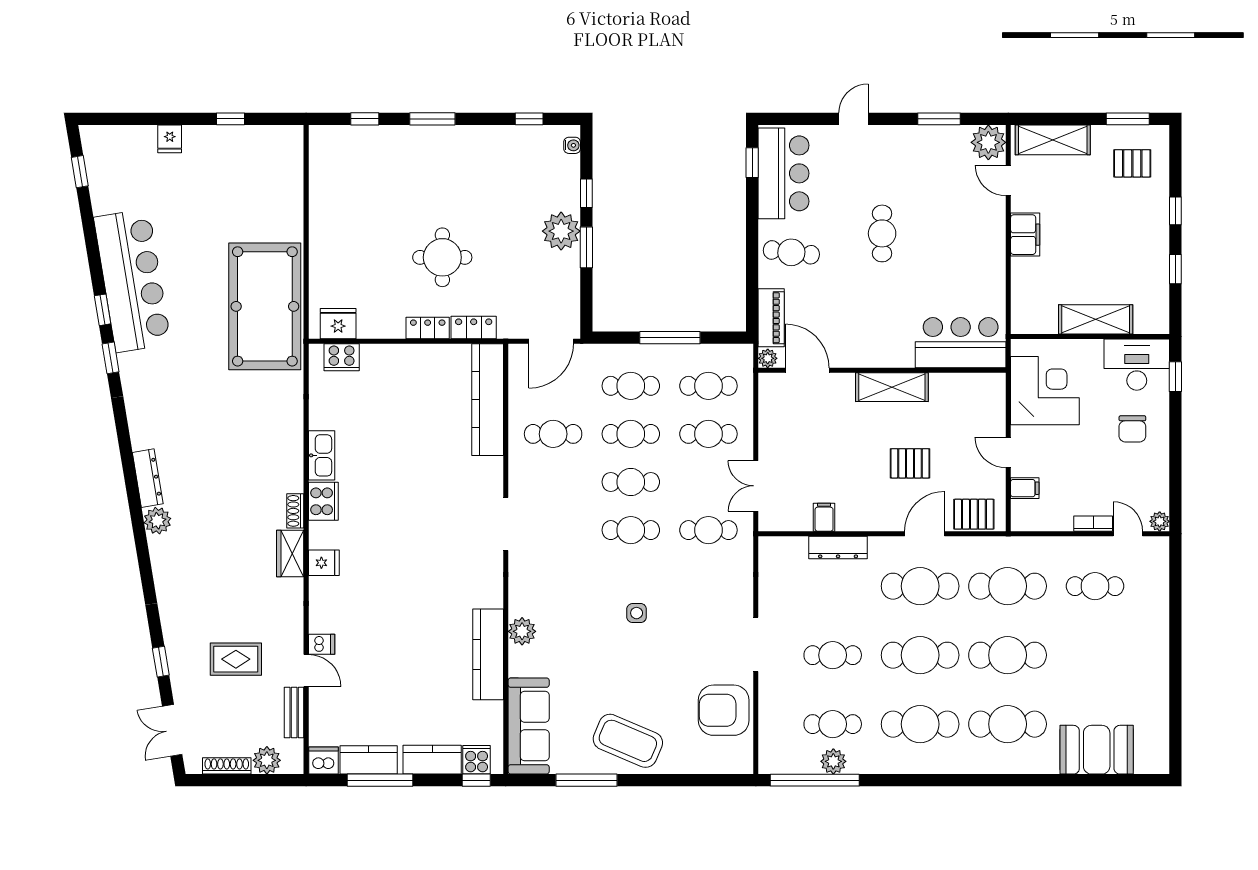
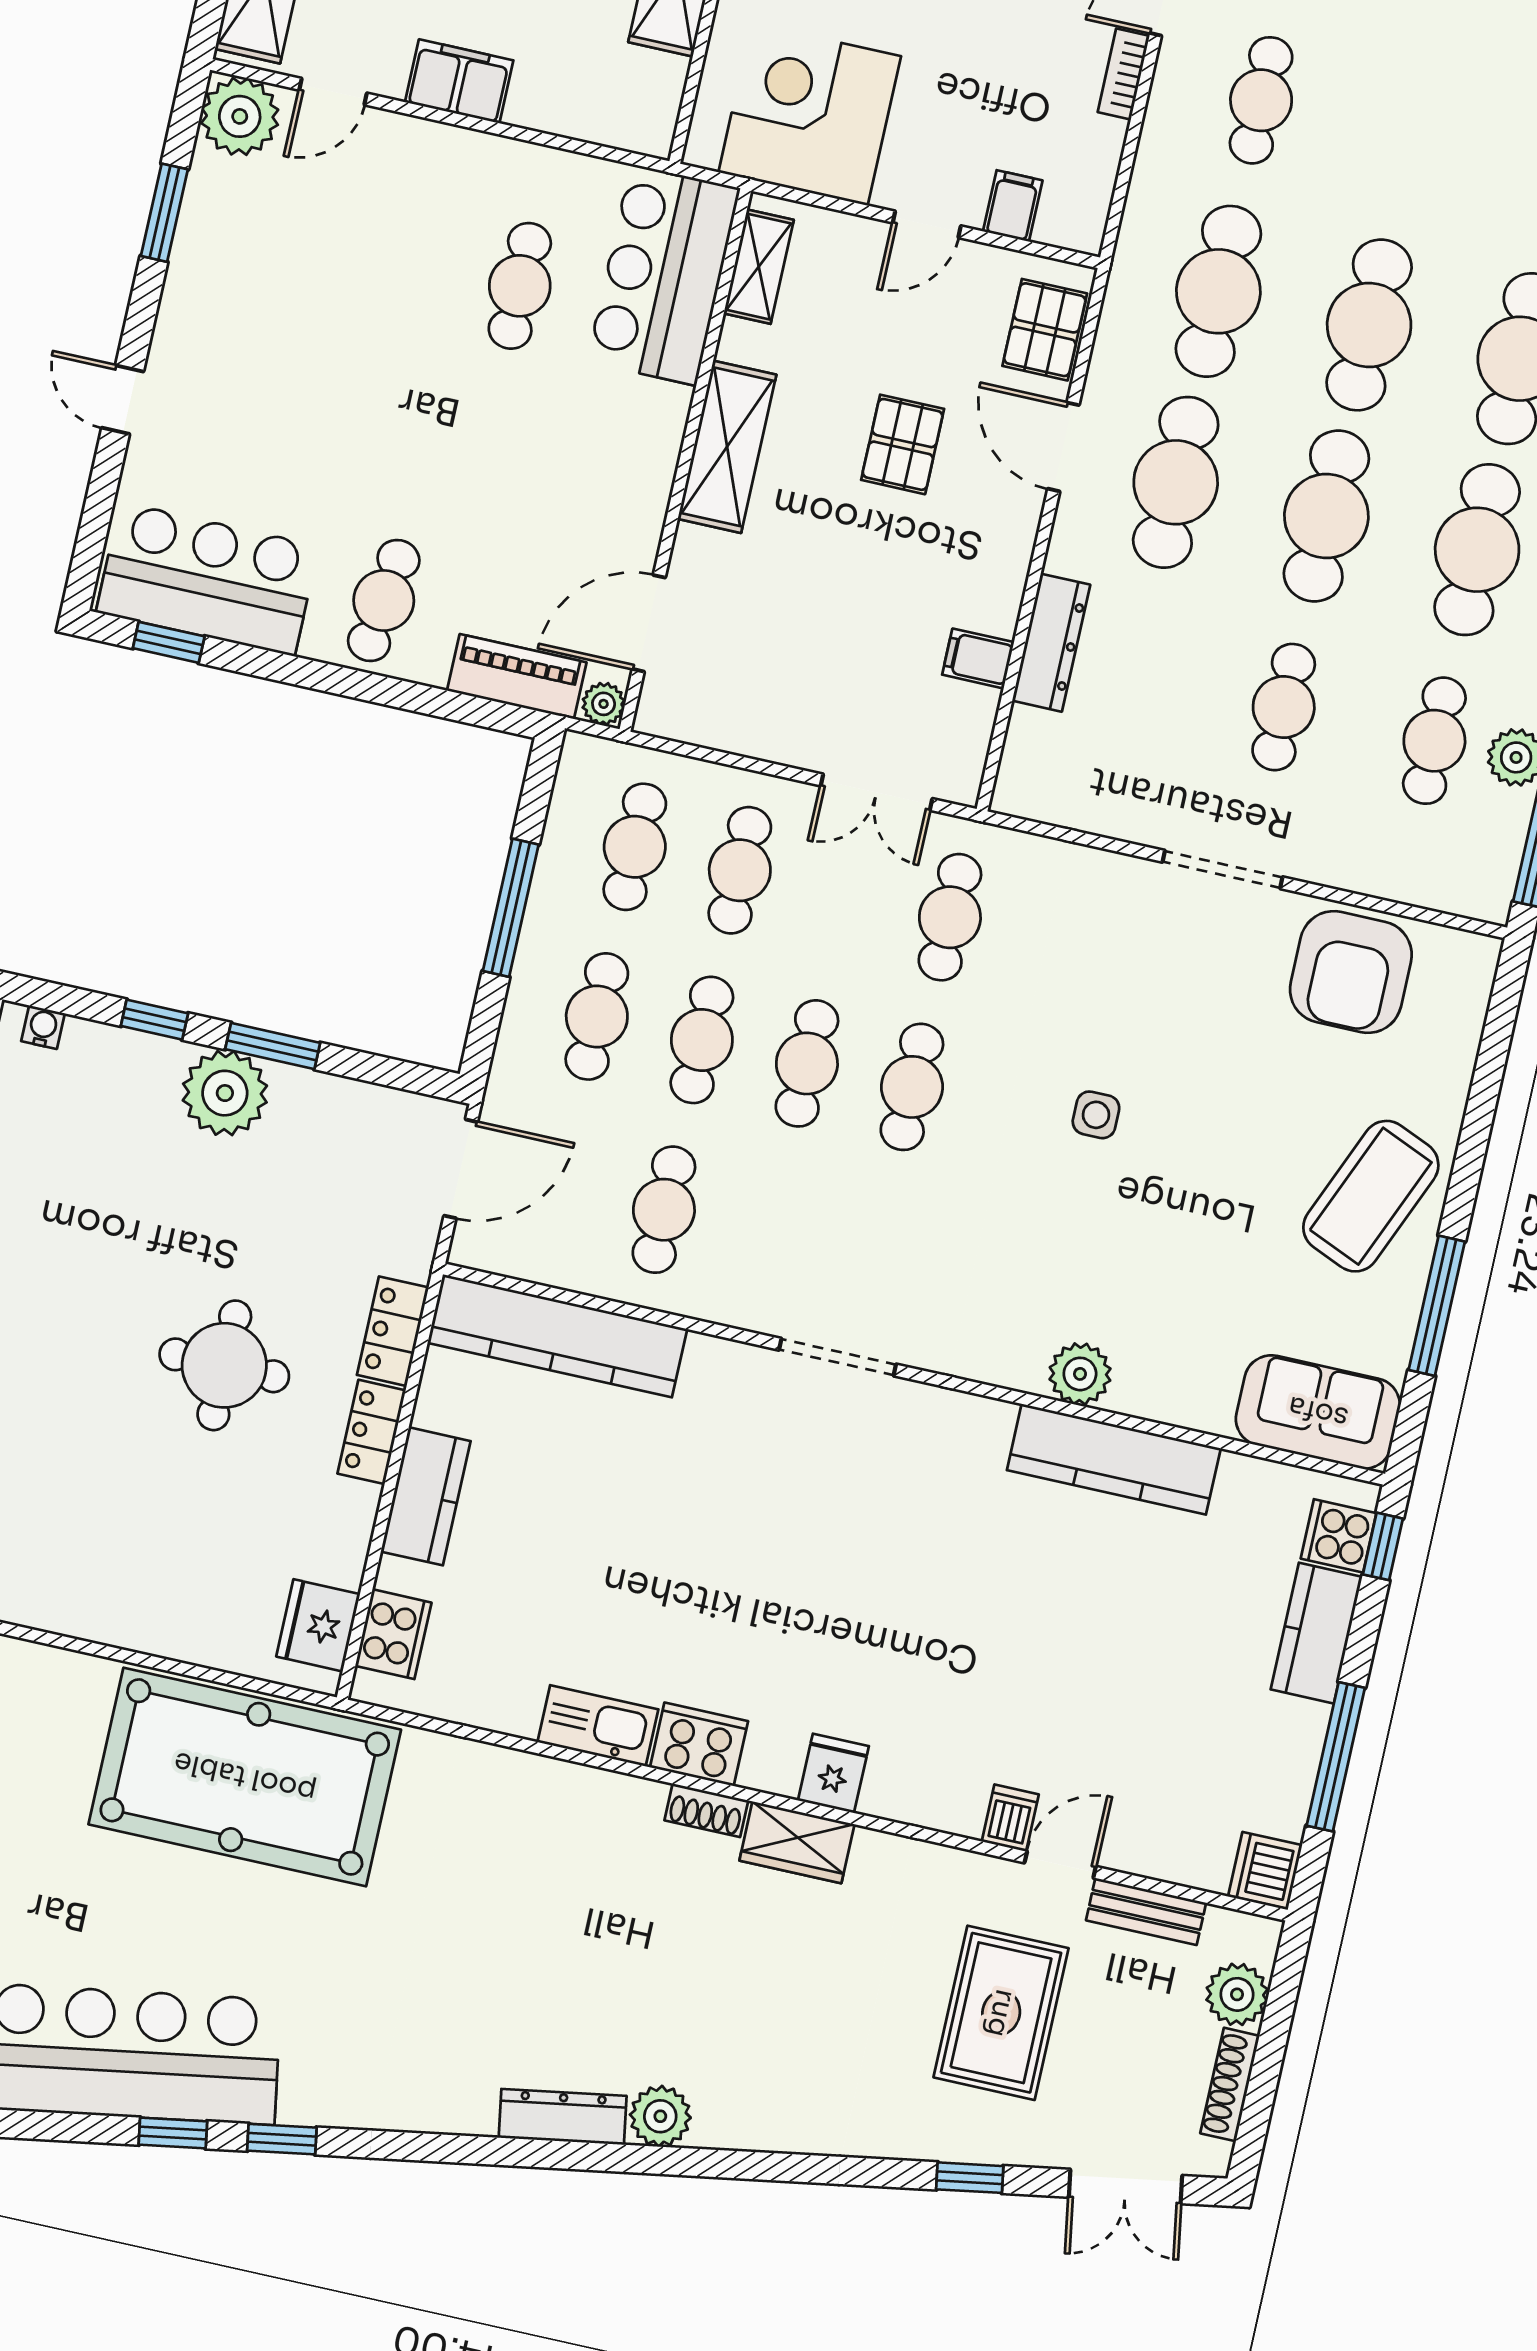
cafe table: (882, 233) -> (520, 286), moved, turned 90
door: (551, 341) -> (461, 1169), hinge flipped
shelving: (973, 383) -> (759, 267), added
rug: (236, 659) -> (1001, 2013), width x1.36, depth x1.43
sofa: (529, 726) -> (1318, 1412), width x0.73
kitchen counter: (369, 760) -> (426, 1496), moved, turned 180

